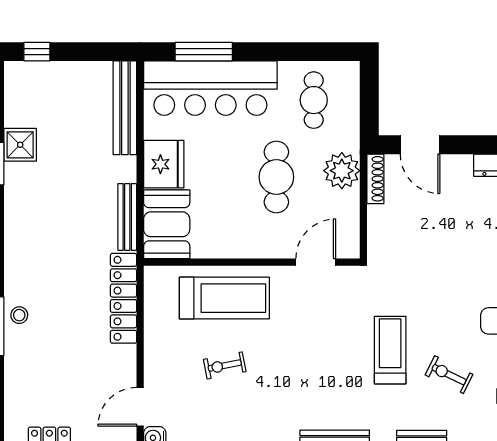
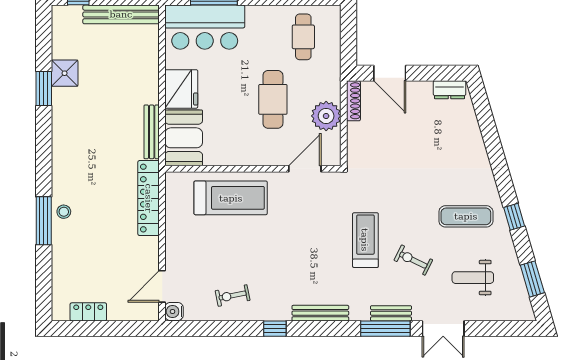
bar counter: (210, 88) -> (205, 27), width x0.73
bench: (125, 108) -> (121, 14), moved, turned 90
plant: (342, 171) -> (326, 116), moved
exercise bike: (225, 365) -> (233, 296), moved

